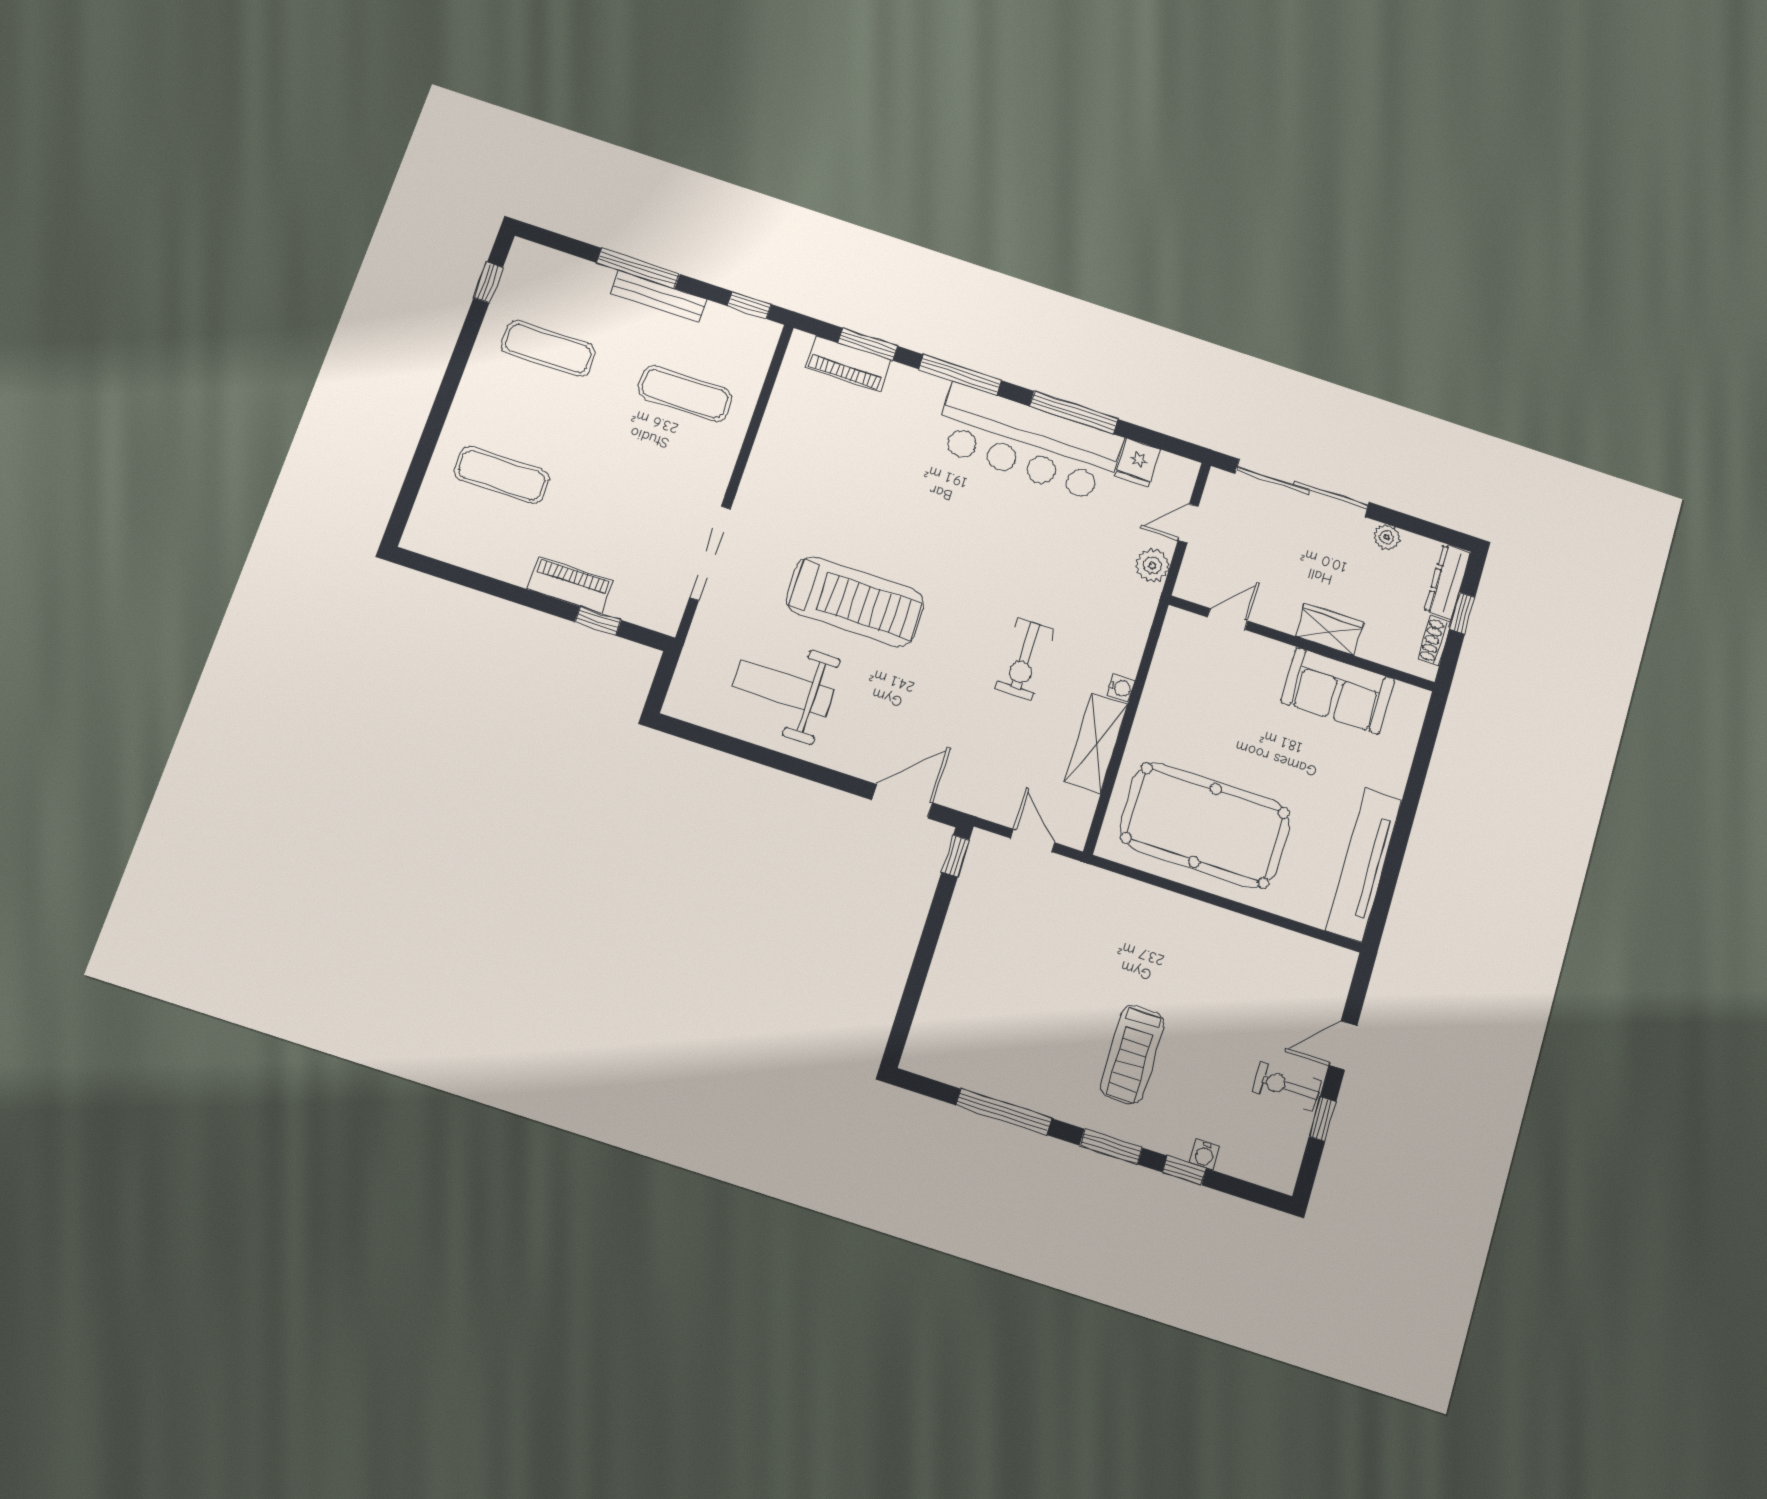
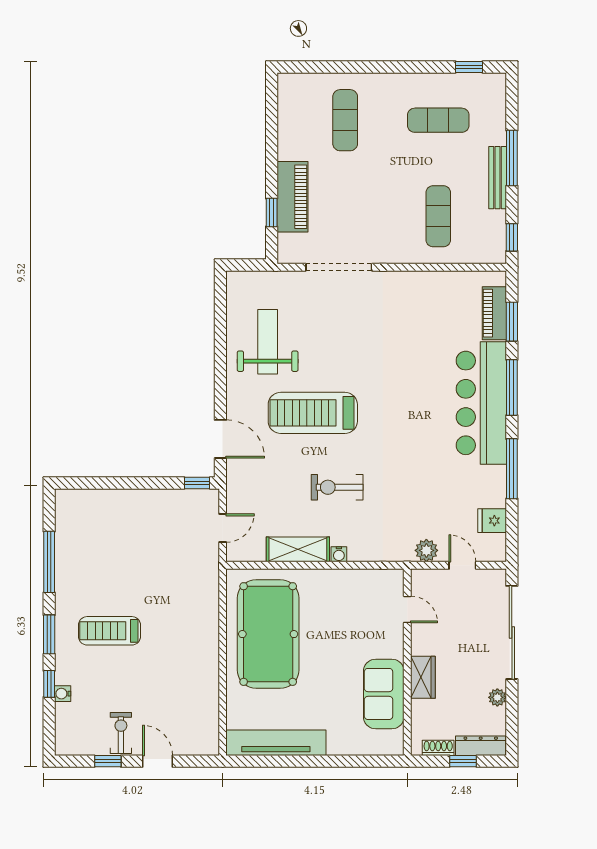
exercise mat: (548, 348) -> (438, 120), turned 90
bar counter: (1028, 443) -> (481, 403), moved
piano: (570, 585) -> (293, 197), width x1.37, depth x1.33
treadmill: (855, 602) -> (313, 413), moved, turned 90

